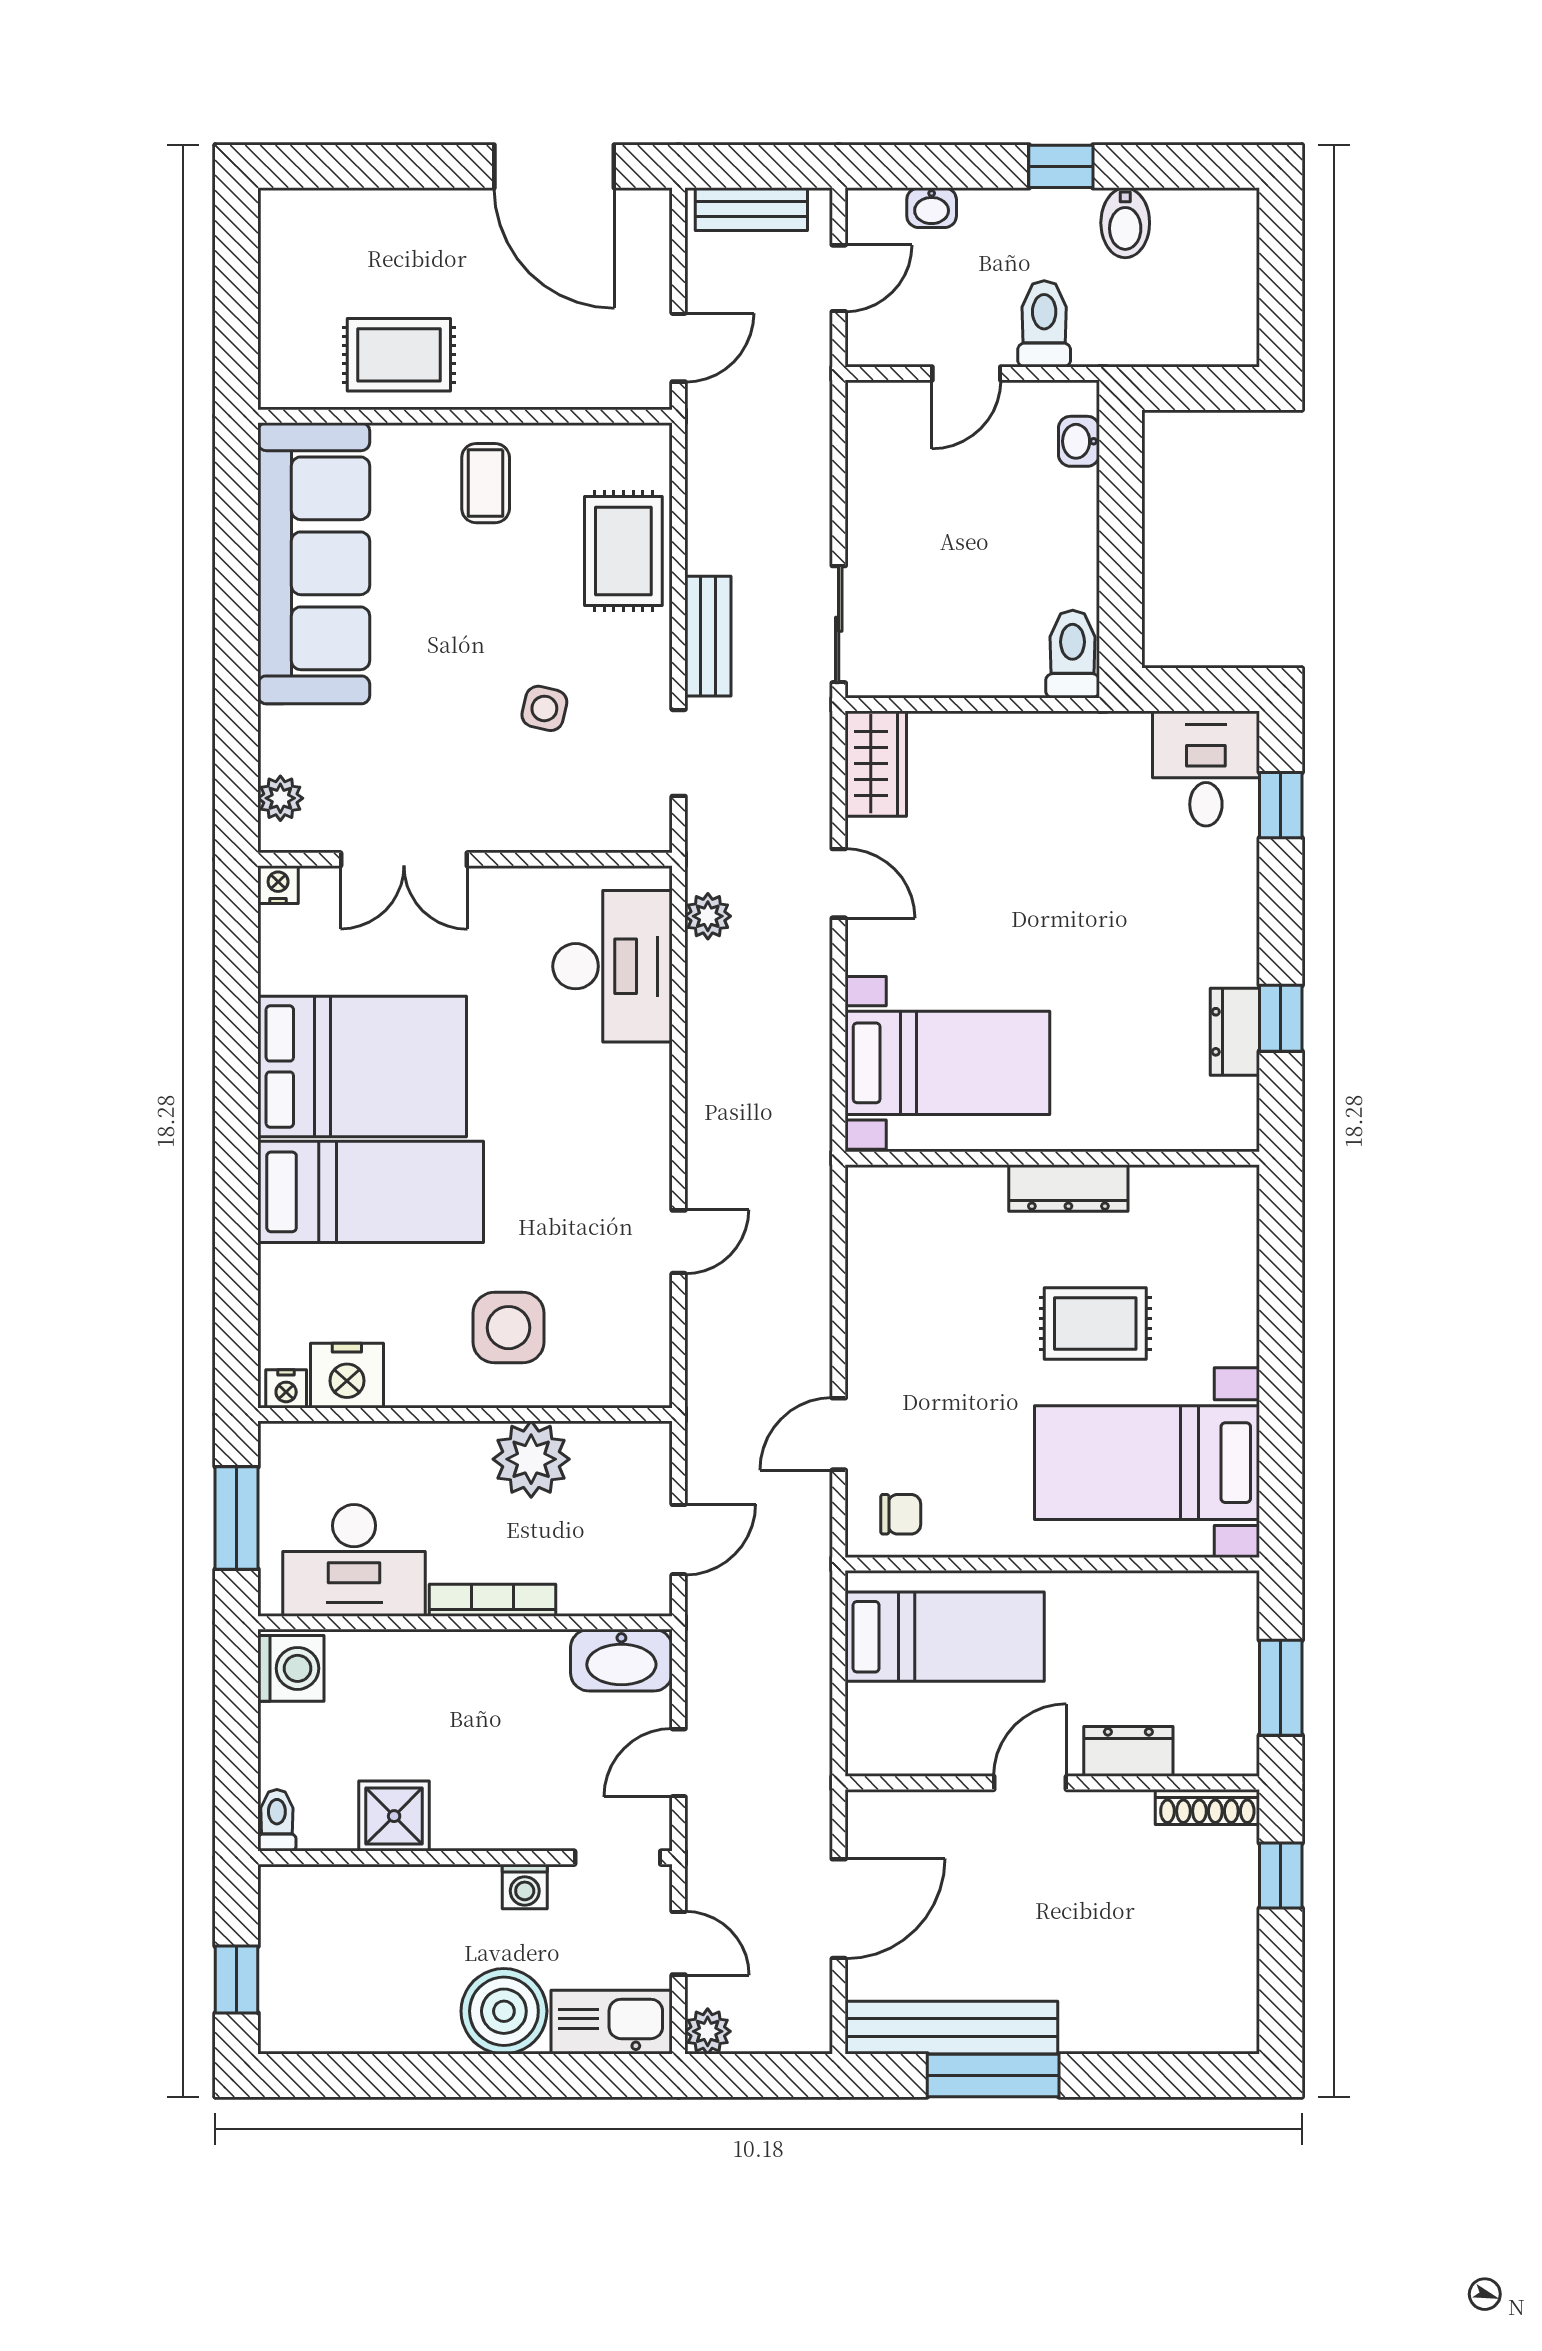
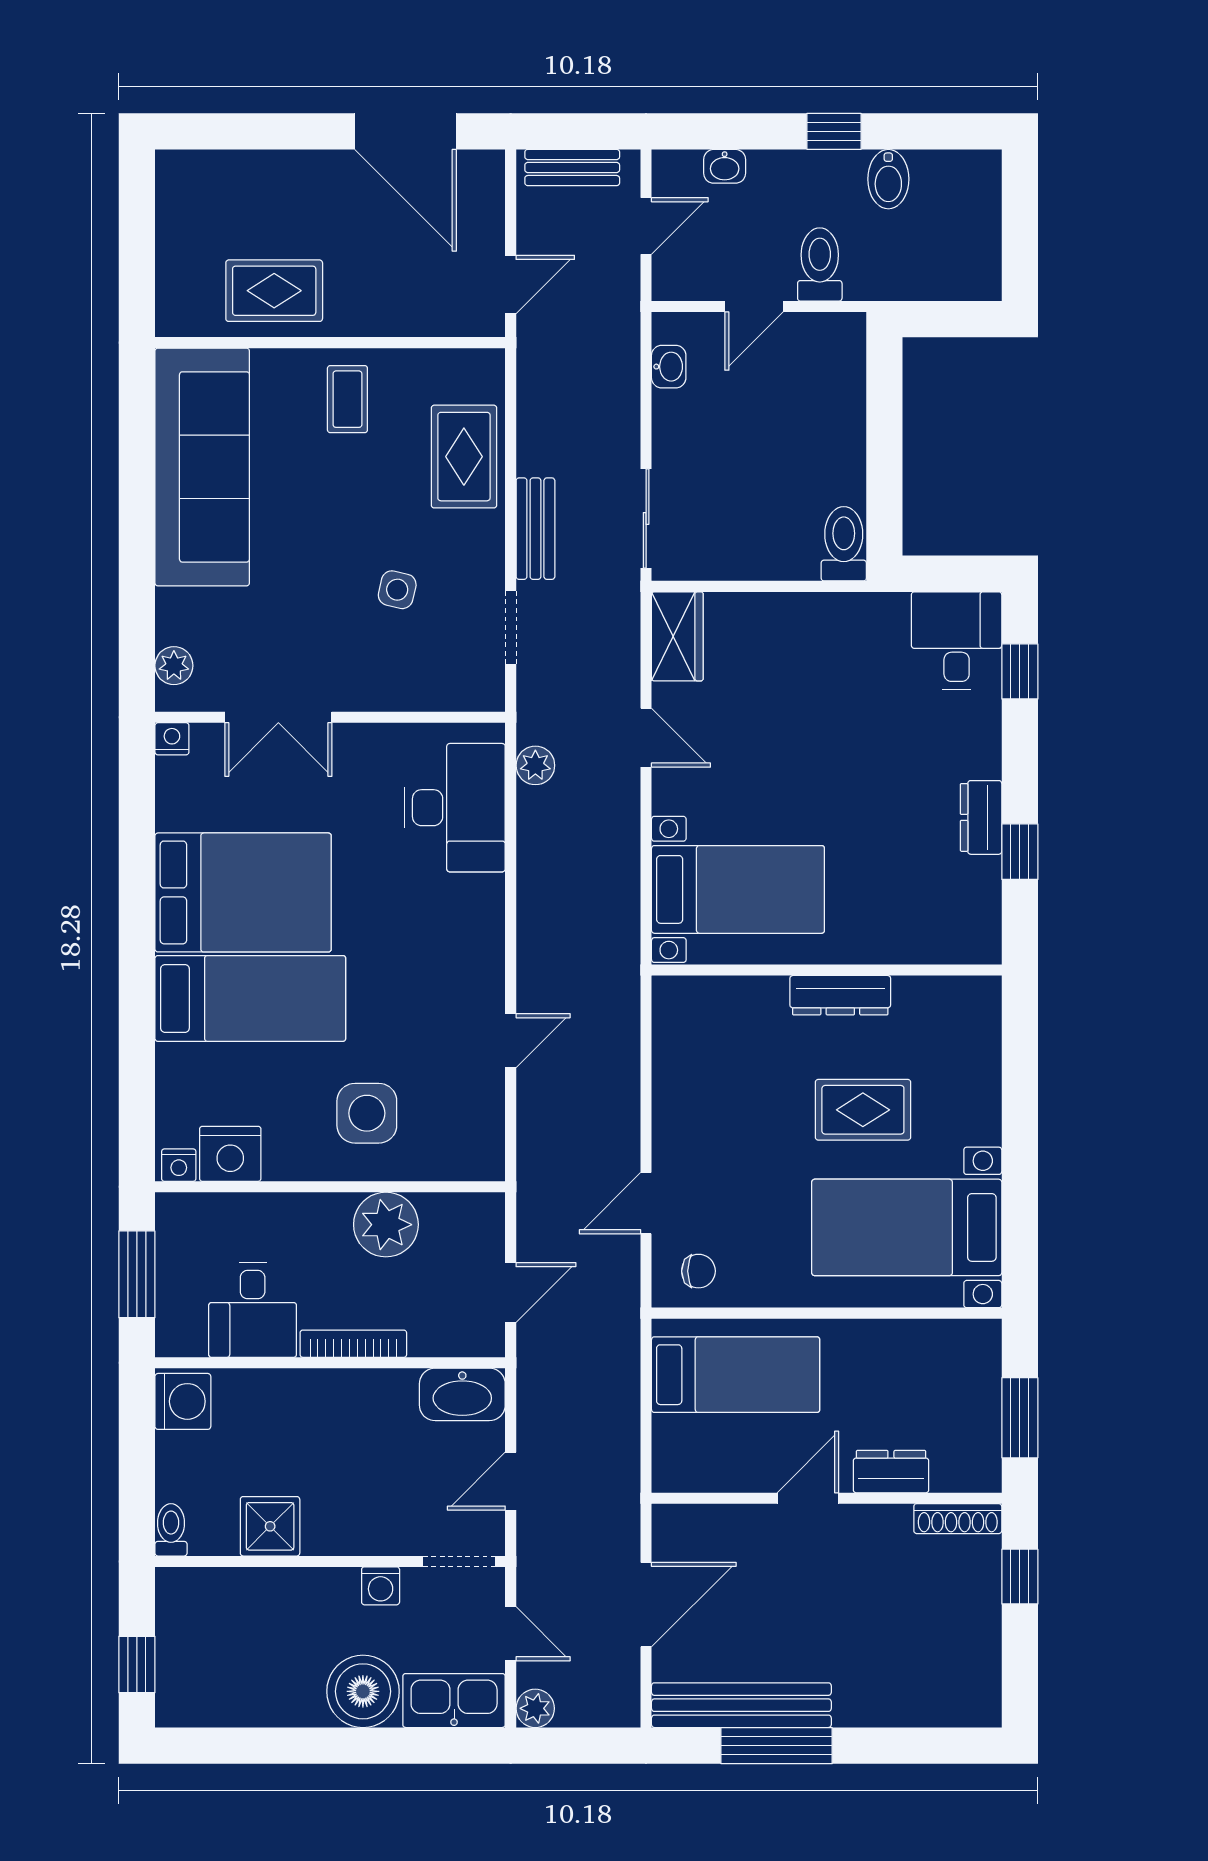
washbasin: (1079, 441) -> (669, 367), moved, turned 180
dresser: (1235, 1032) -> (981, 817), moved
desk: (354, 1560) -> (253, 1310), width x0.73

